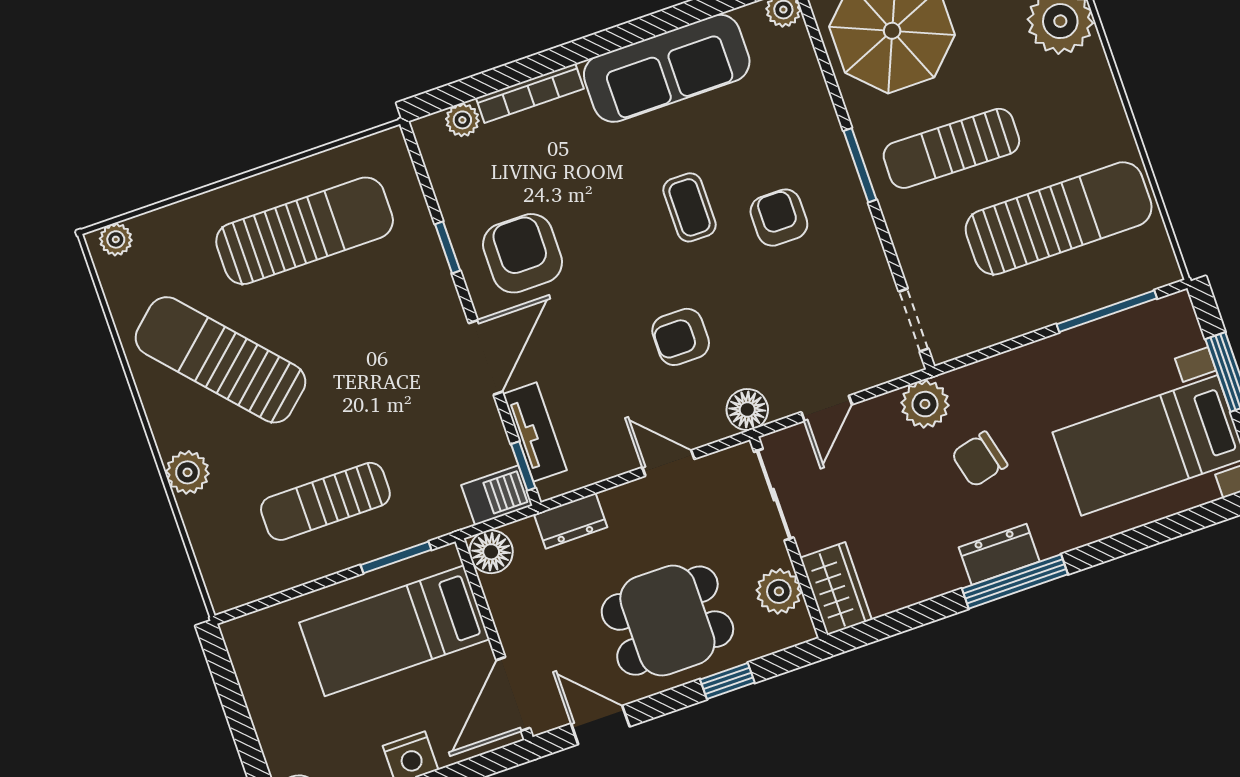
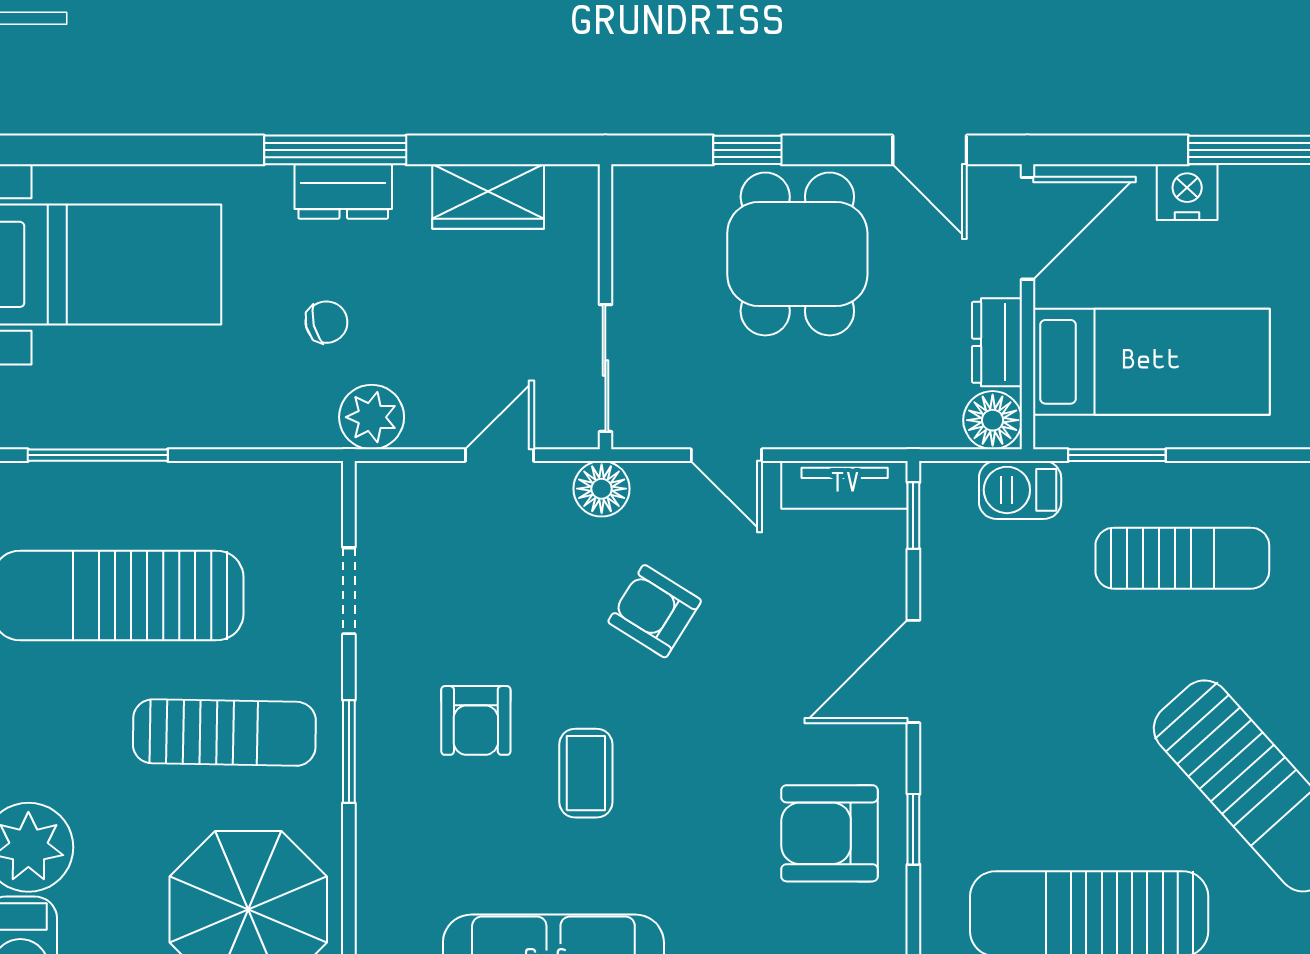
armchair: (523, 253) -> (830, 833), moved, turned 90
doorway: (914, 320) -> (349, 591), moved
armchair: (681, 337) -> (655, 611), turned -148
tv unit: (535, 432) -> (845, 485), moved, turned -90
chair: (979, 459) -> (326, 322), width x0.73, depth x0.73
barbecue: (497, 495) -> (1020, 490), moved
dresser: (571, 521) -> (997, 342), moved, turned -90
wardrobe: (836, 589) -> (488, 197), moved, turned -90
plant: (779, 591) -> (642, 242), removed
dining table: (667, 621) -> (797, 254), turned 90

